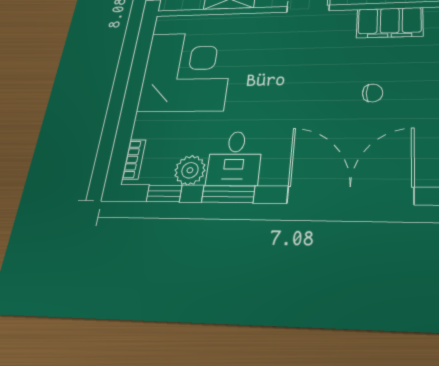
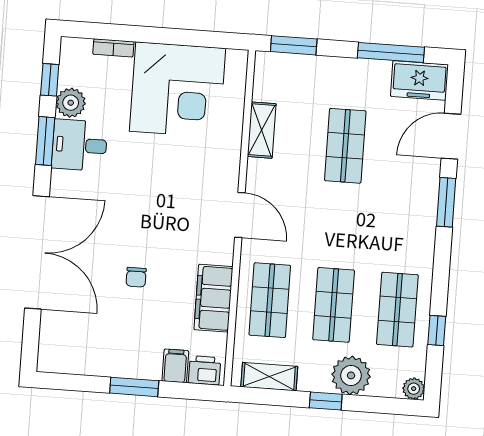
bookcase: (134, 159) -> (113, 48), moved

